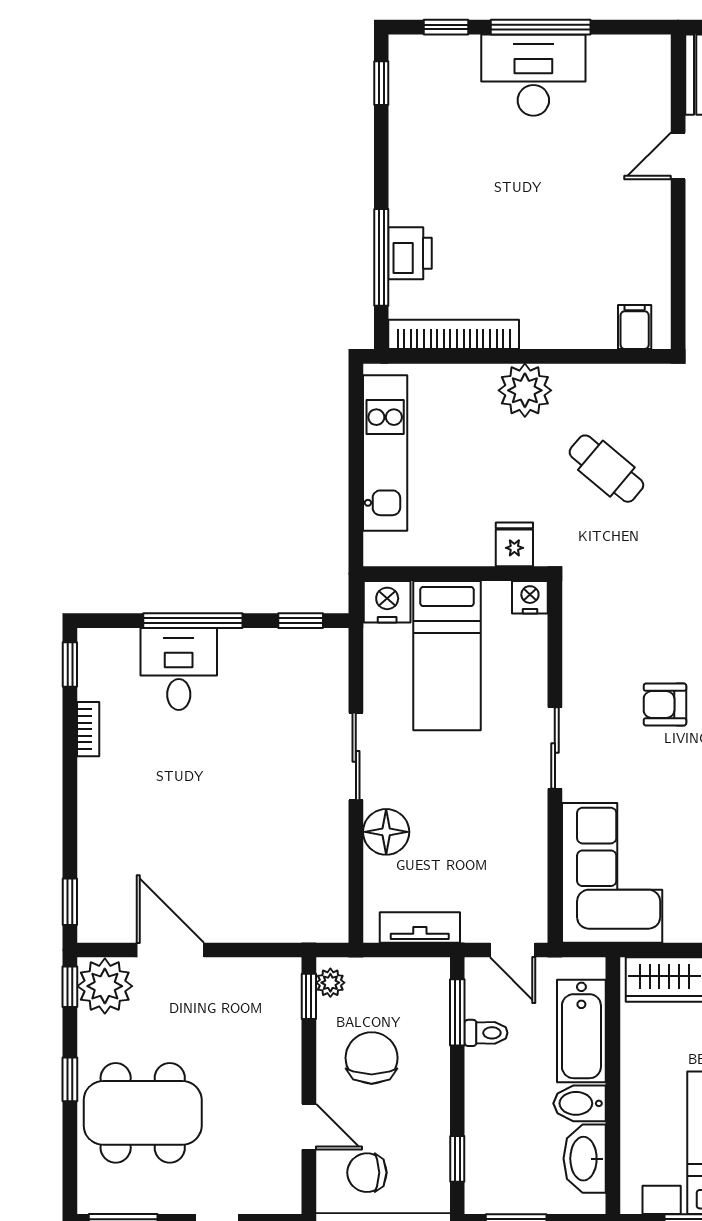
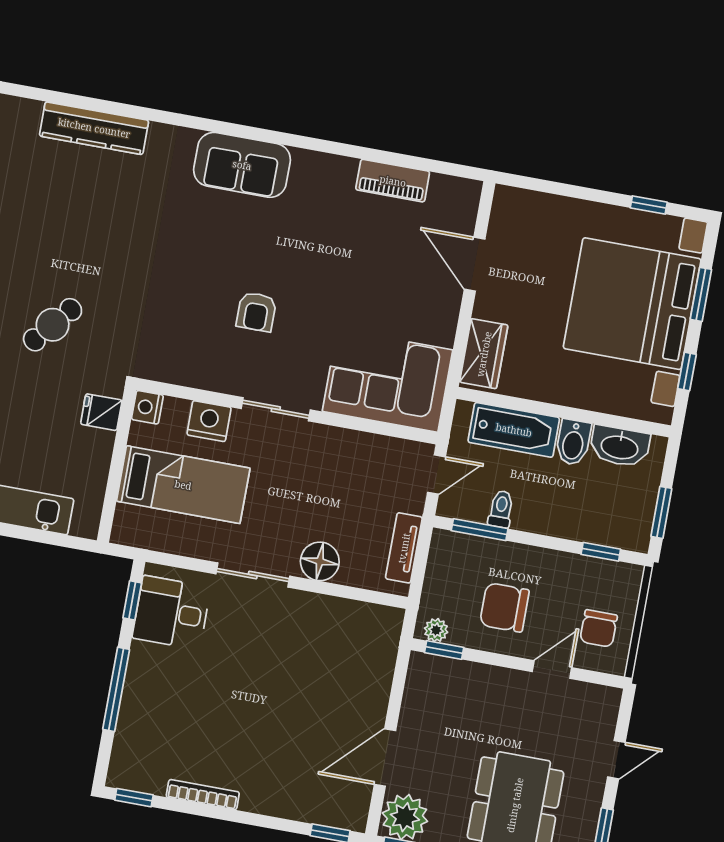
nightstand: (387, 602) -> (209, 421), moved, turned 90
desk: (179, 669) -> (171, 613), moved
bookcase: (88, 729) -> (203, 795), width x1.56

